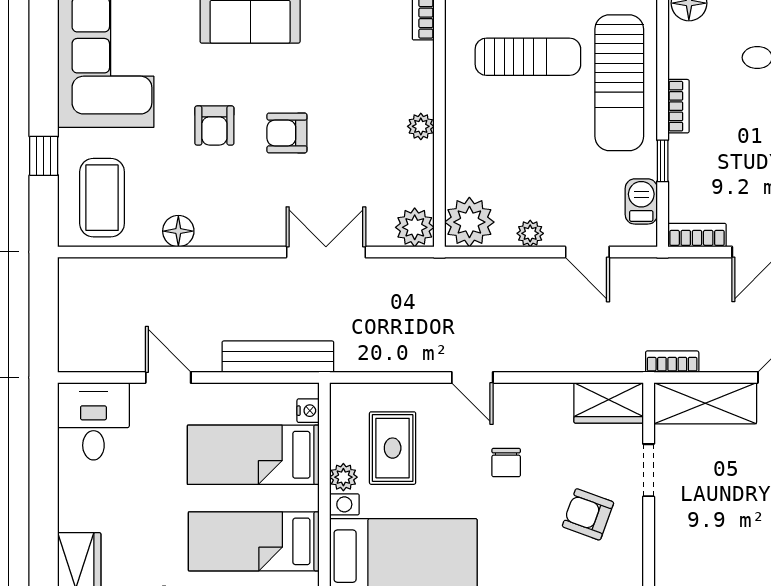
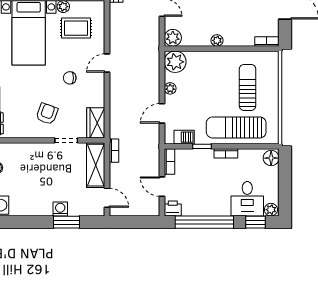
sun lounger: (528, 57) -> (248, 87), turned 180

